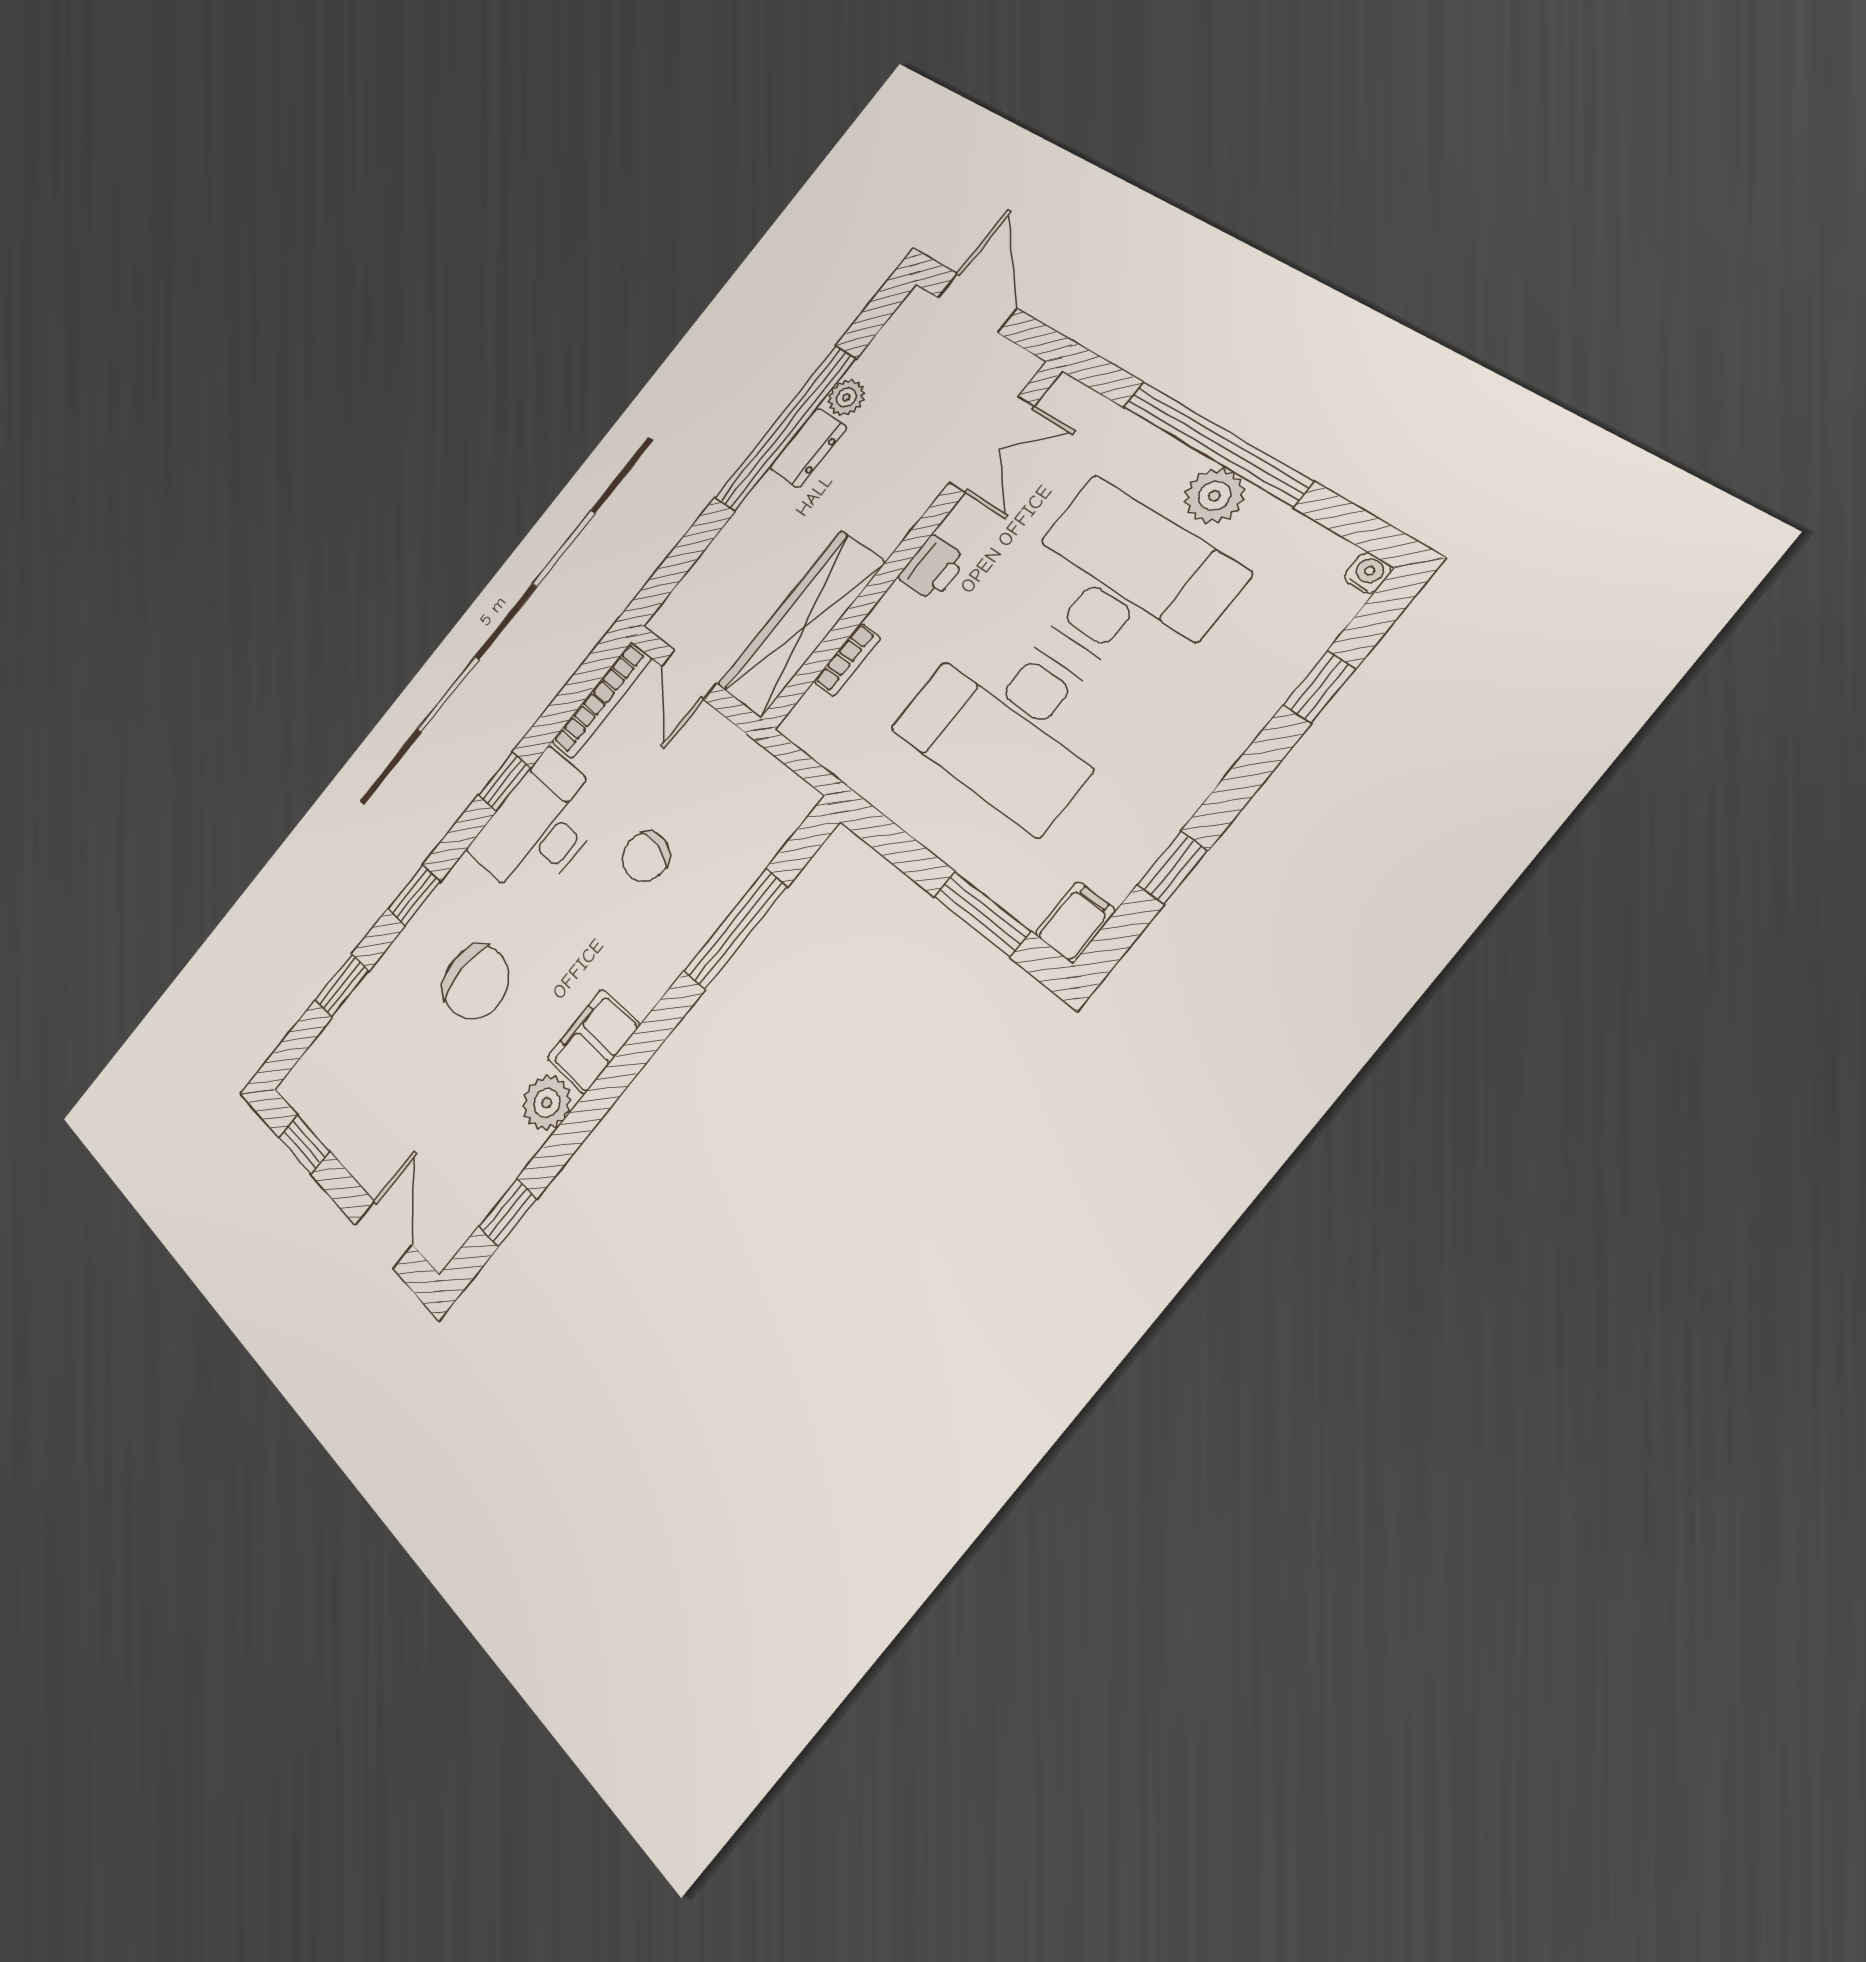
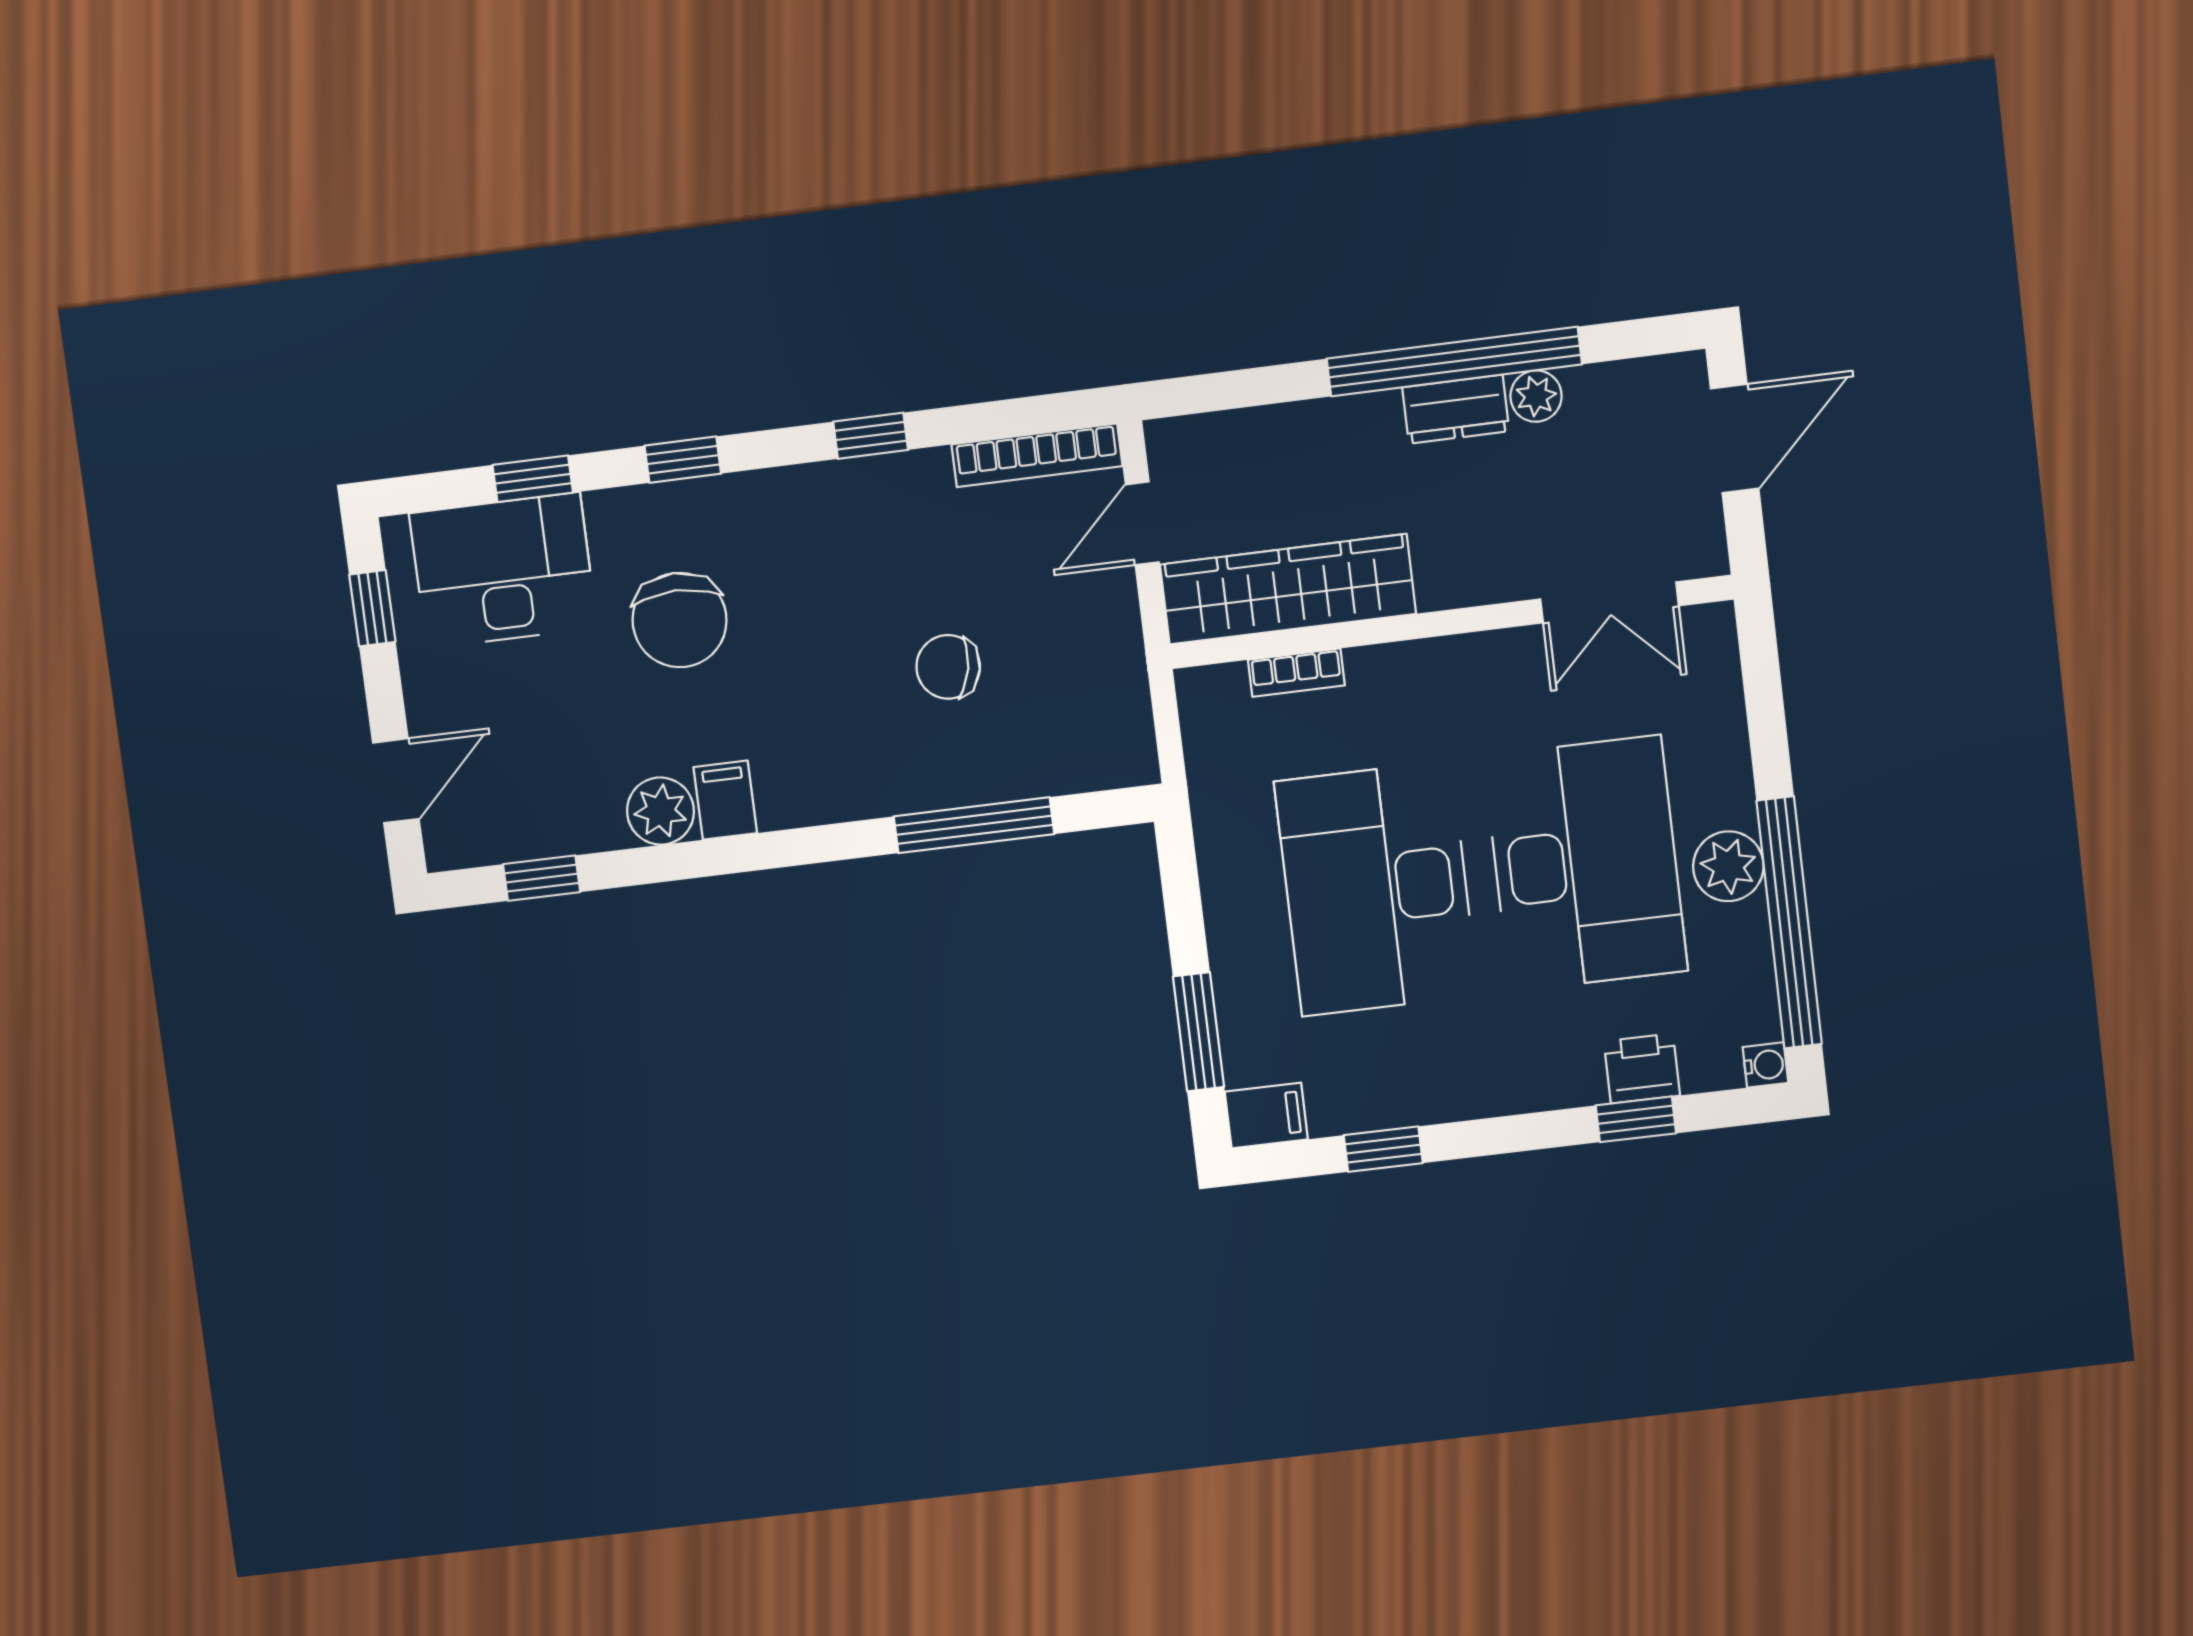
window: (1216, 443) -> (1789, 922), moved
printer: (933, 568) -> (1642, 1068), moved, turned 180
desk: (540, 827) -> (503, 570), moved
filing cabinet: (593, 1041) -> (725, 800), width x0.50

